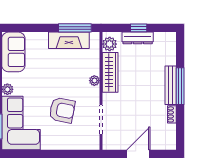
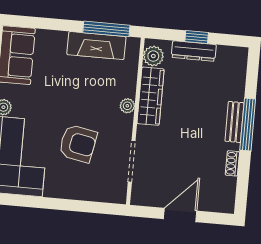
bench: (171, 85) -> (234, 122), width x0.73

